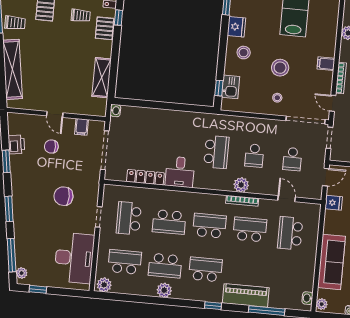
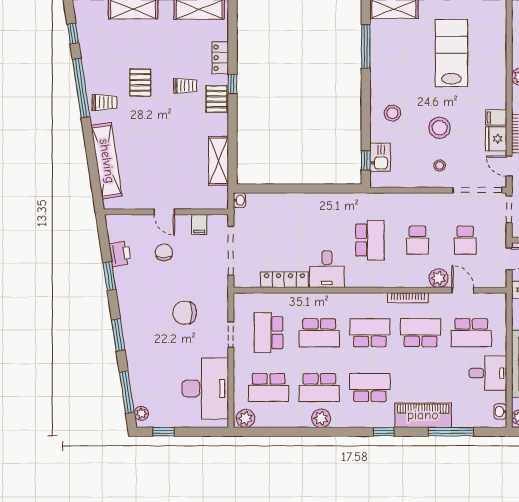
fridge: (236, 27) -> (496, 139), moved, turned 180
chair: (51, 147) -> (164, 252), turned 90
plant: (241, 185) -> (439, 278), moved
school desk: (290, 233) -> (471, 333), turned -90
school desk: (125, 262) -> (269, 387), turned 180
desk: (300, 267) -> (488, 373), added

